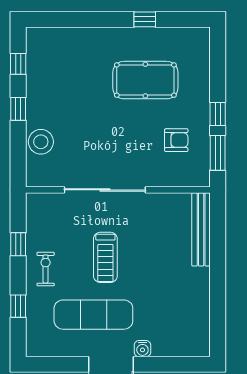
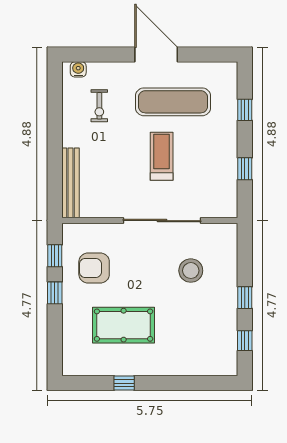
armchair: (176, 140) -> (94, 268), width x1.38, depth x1.38
stool: (41, 142) -> (191, 271), moved
window: (218, 153) -> (55, 256), width x0.67
exercise bike: (46, 269) -> (99, 106), moved
water cooler: (142, 349) -> (78, 69), moved

